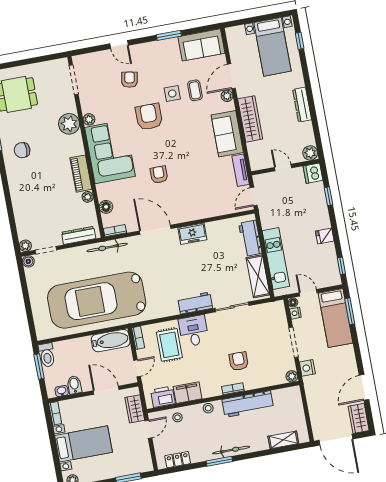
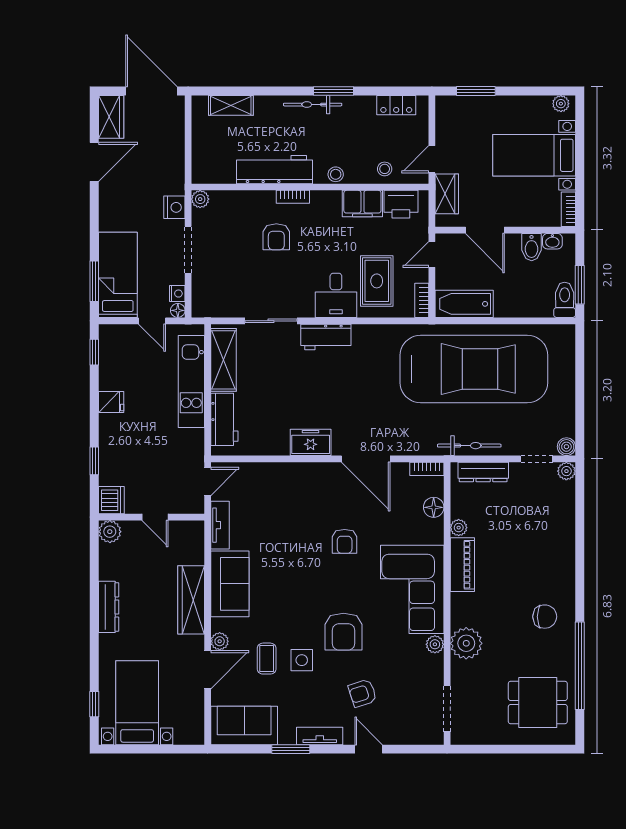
tv unit: (152, 47) -> (320, 736), added
armchair: (130, 80) -> (362, 693), turned 62
bicycle: (107, 247) -> (469, 446), moved

